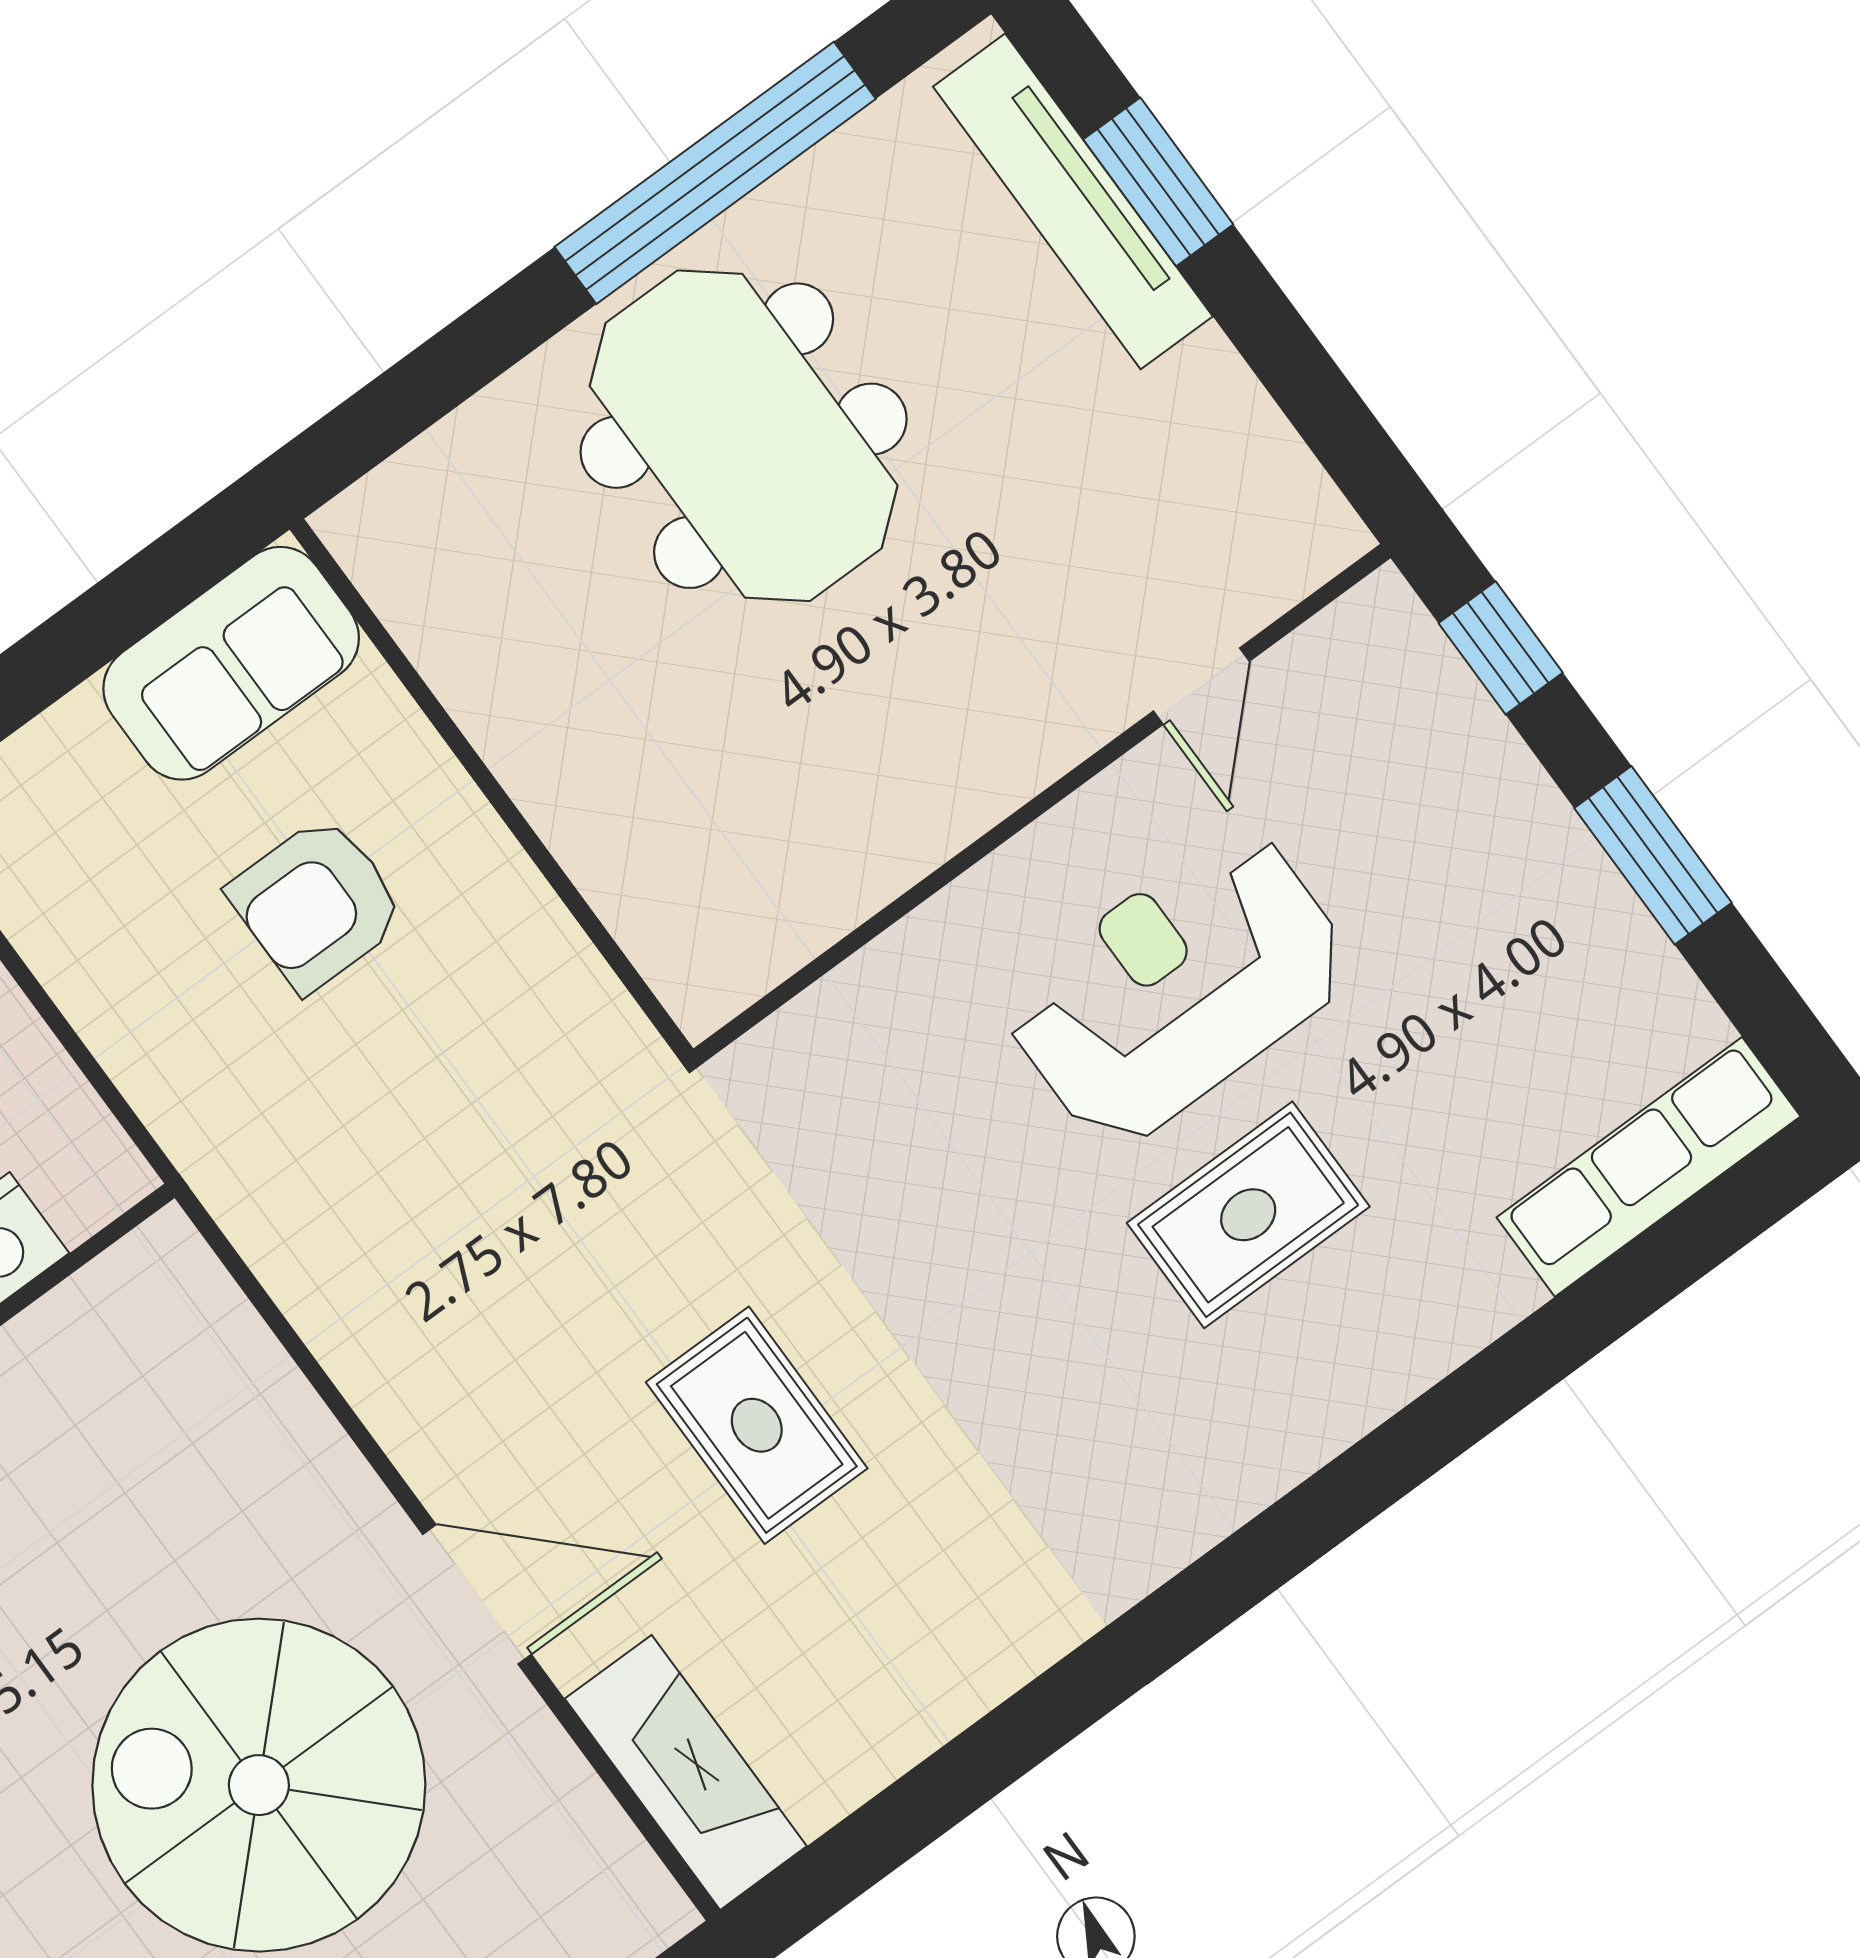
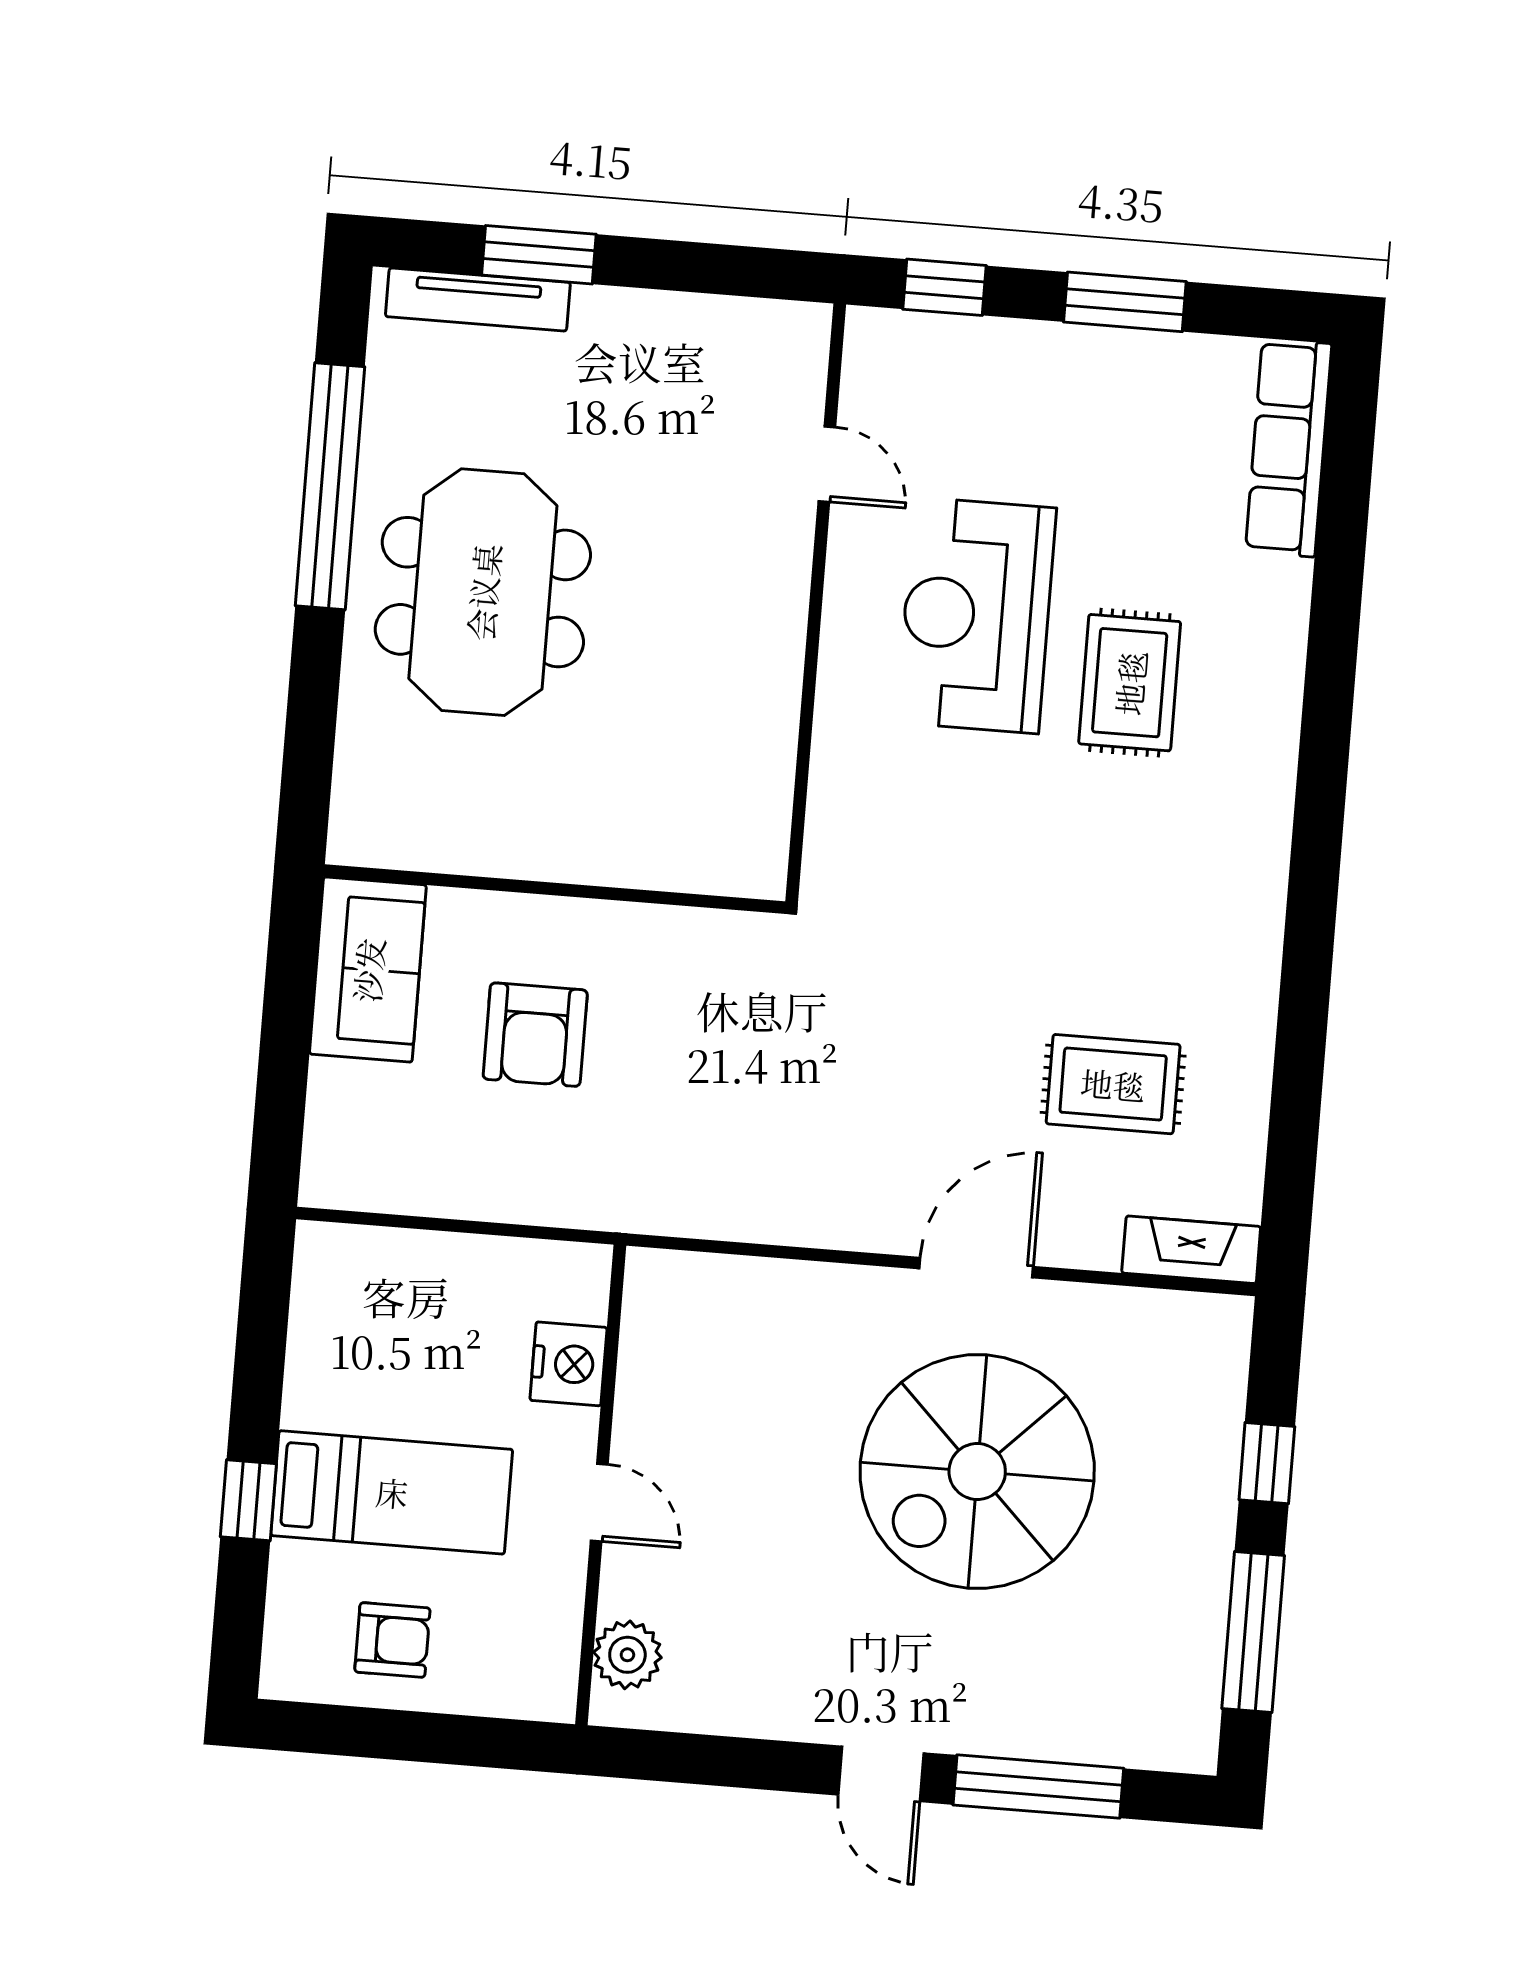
tv unit: (1073, 201) -> (478, 300), width x0.73, depth x0.78
meeting table: (744, 436) -> (483, 592), turned 90
rug: (757, 1425) -> (1113, 1084), moved
fireplace: (686, 1772) -> (1191, 1250), width x0.73, depth x0.76

